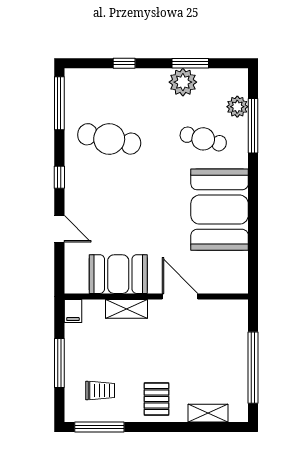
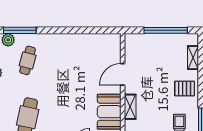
booth: (220, 210) -> (70, 51), removed

